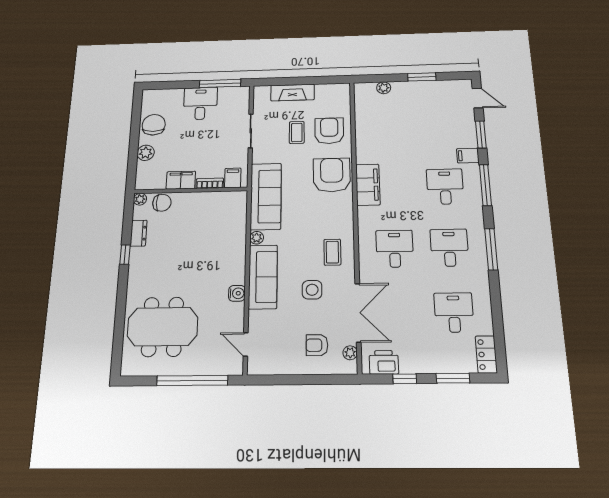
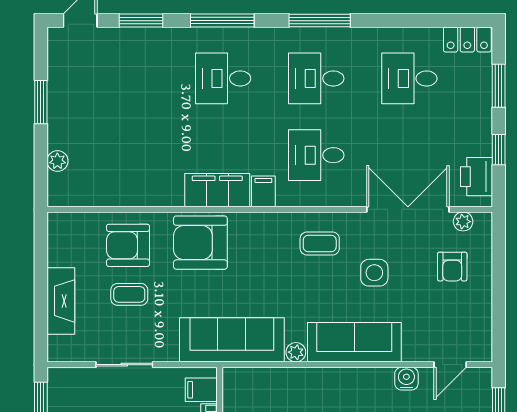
filing cabinet: (468, 156) -> (263, 191), moved, turned 180
water cooler: (237, 293) -> (406, 379), moved

